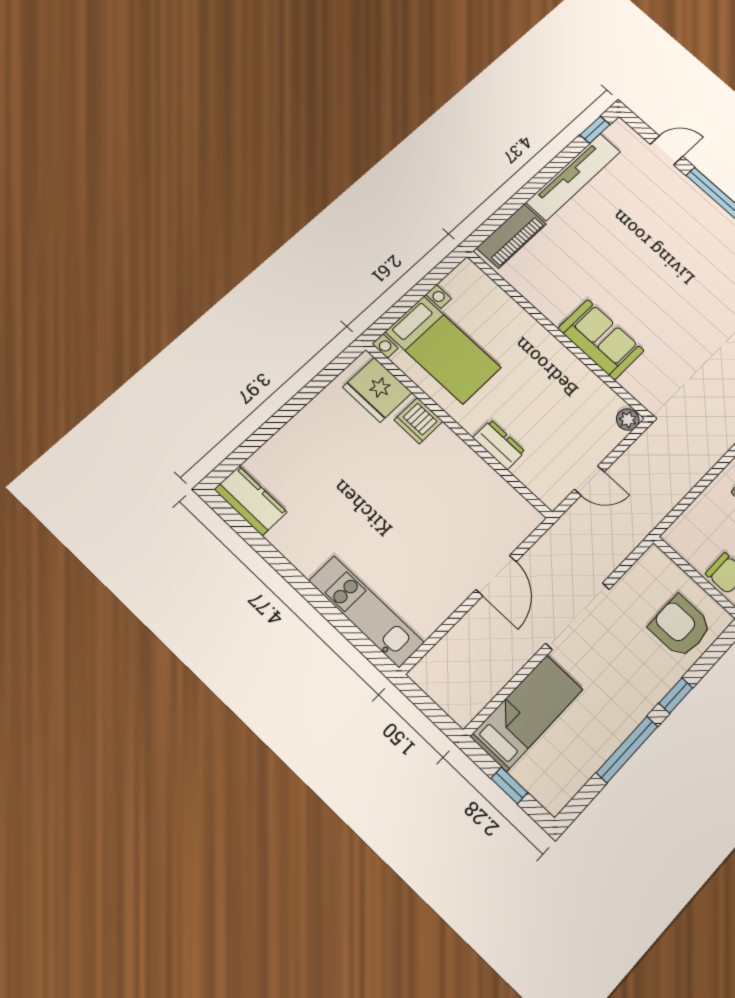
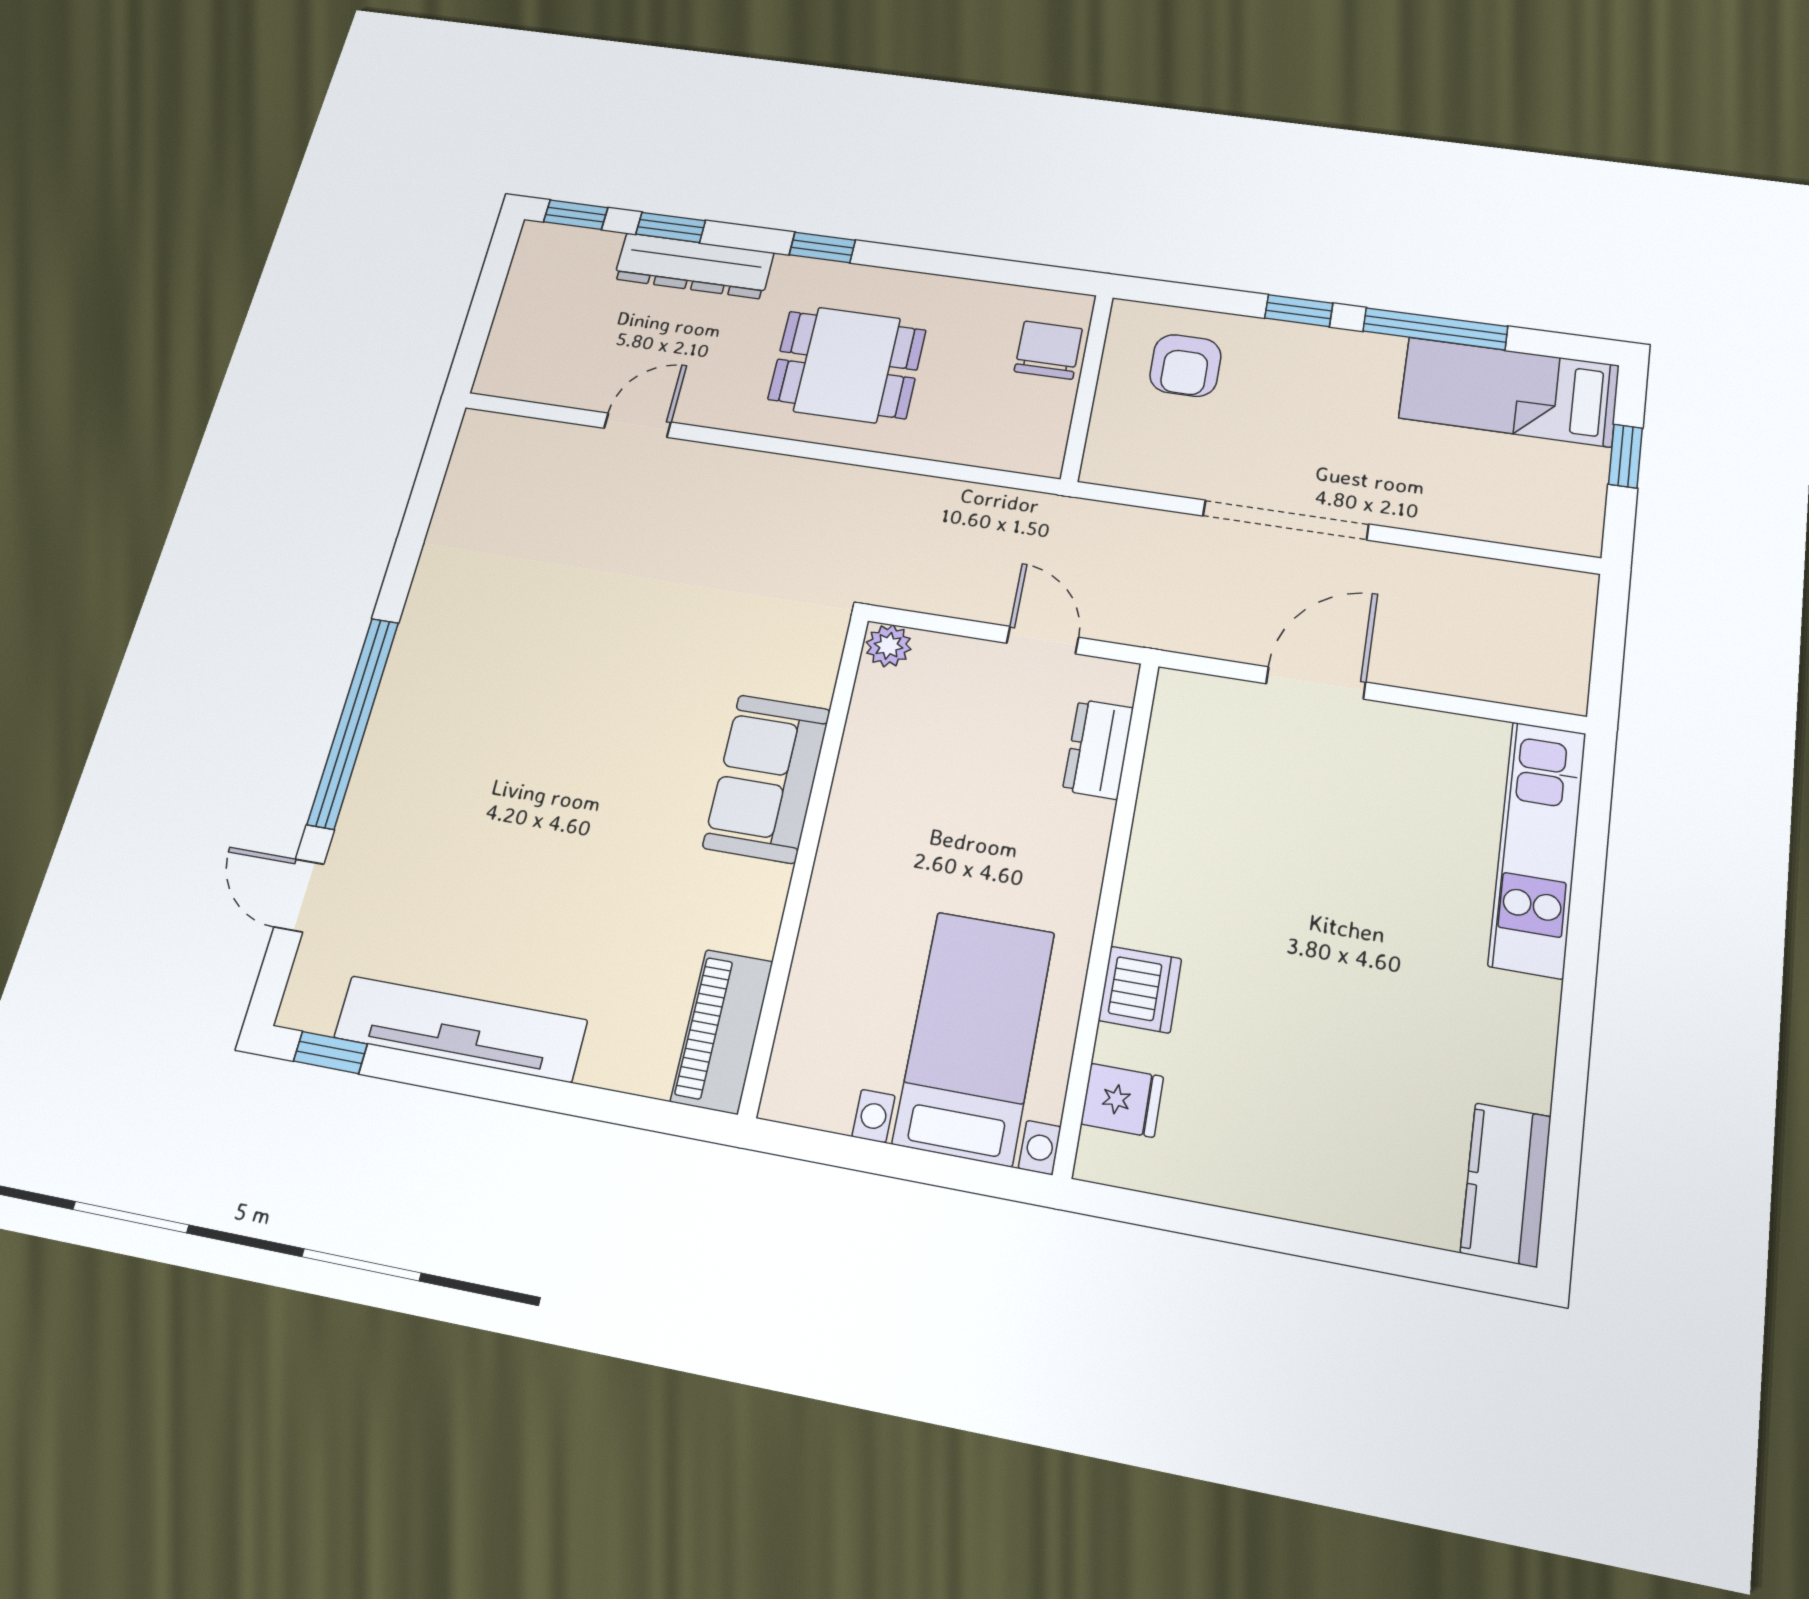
piano: (511, 236) -> (722, 1031), moved, turned -90
fridge: (377, 390) -> (1122, 1100), width x0.53, depth x0.75
dresser: (499, 445) -> (1098, 749), moved
armchair: (680, 626) -> (1185, 365), width x0.72, depth x0.72
bed: (527, 713) -> (1509, 392), moved

